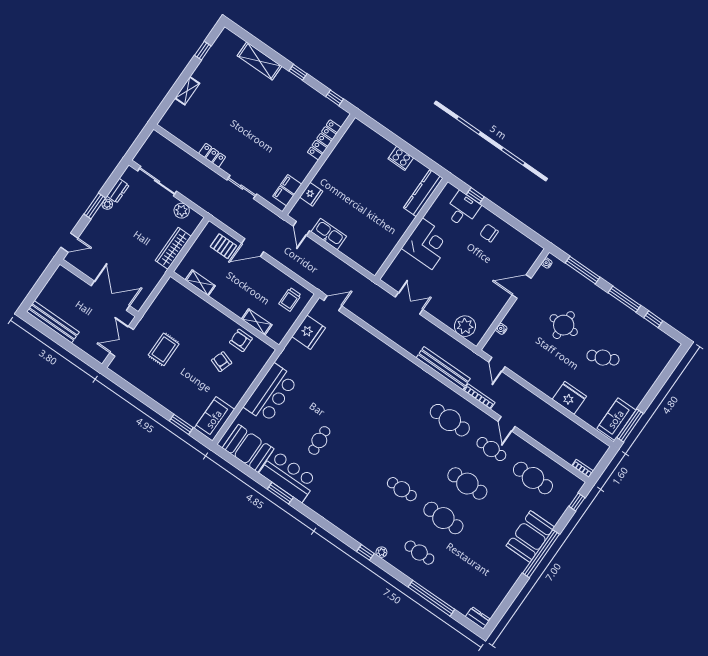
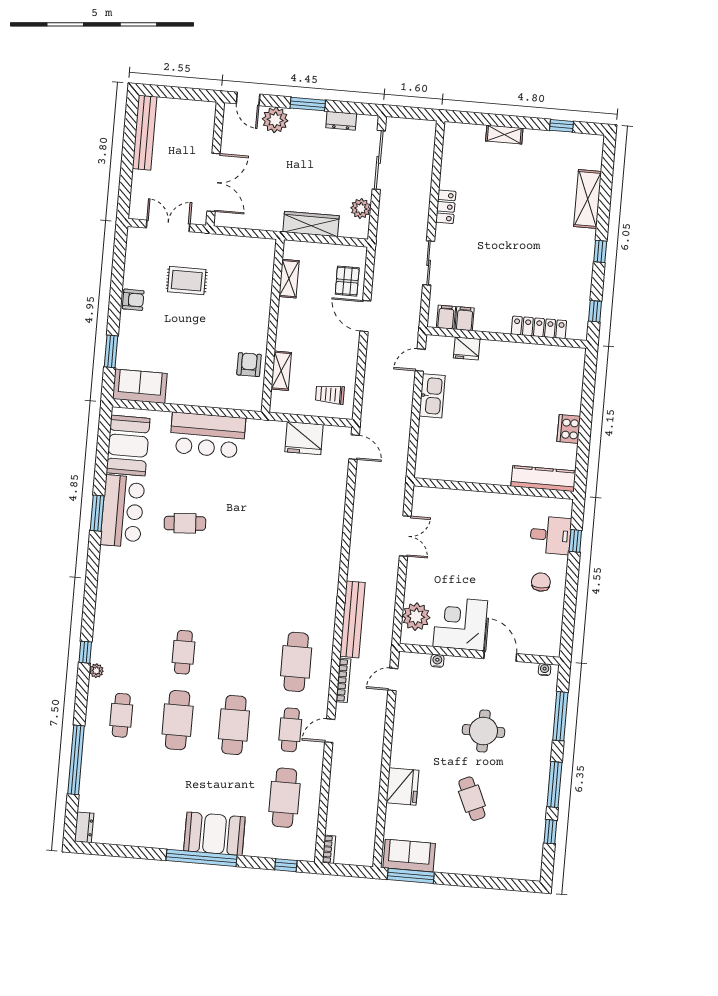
plant: (107, 204) -> (275, 120), moved, width x1.87, depth x1.87
corner desk: (427, 244) -> (460, 624), moved, turned 180
armchair: (222, 362) -> (133, 300), moved, turned 71

